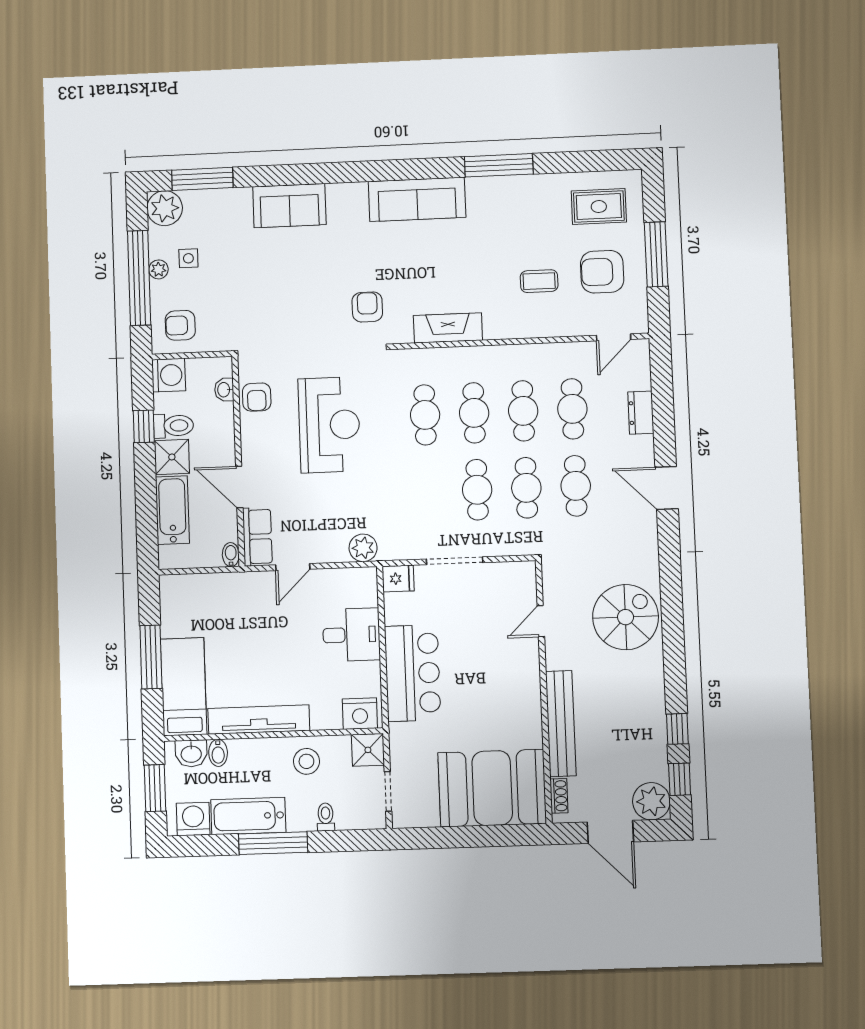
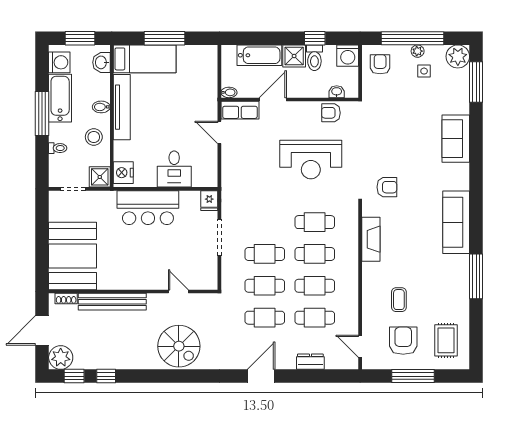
plant: (363, 548) -> (230, 179), removed
bidet: (218, 753) -> (101, 107), moved

